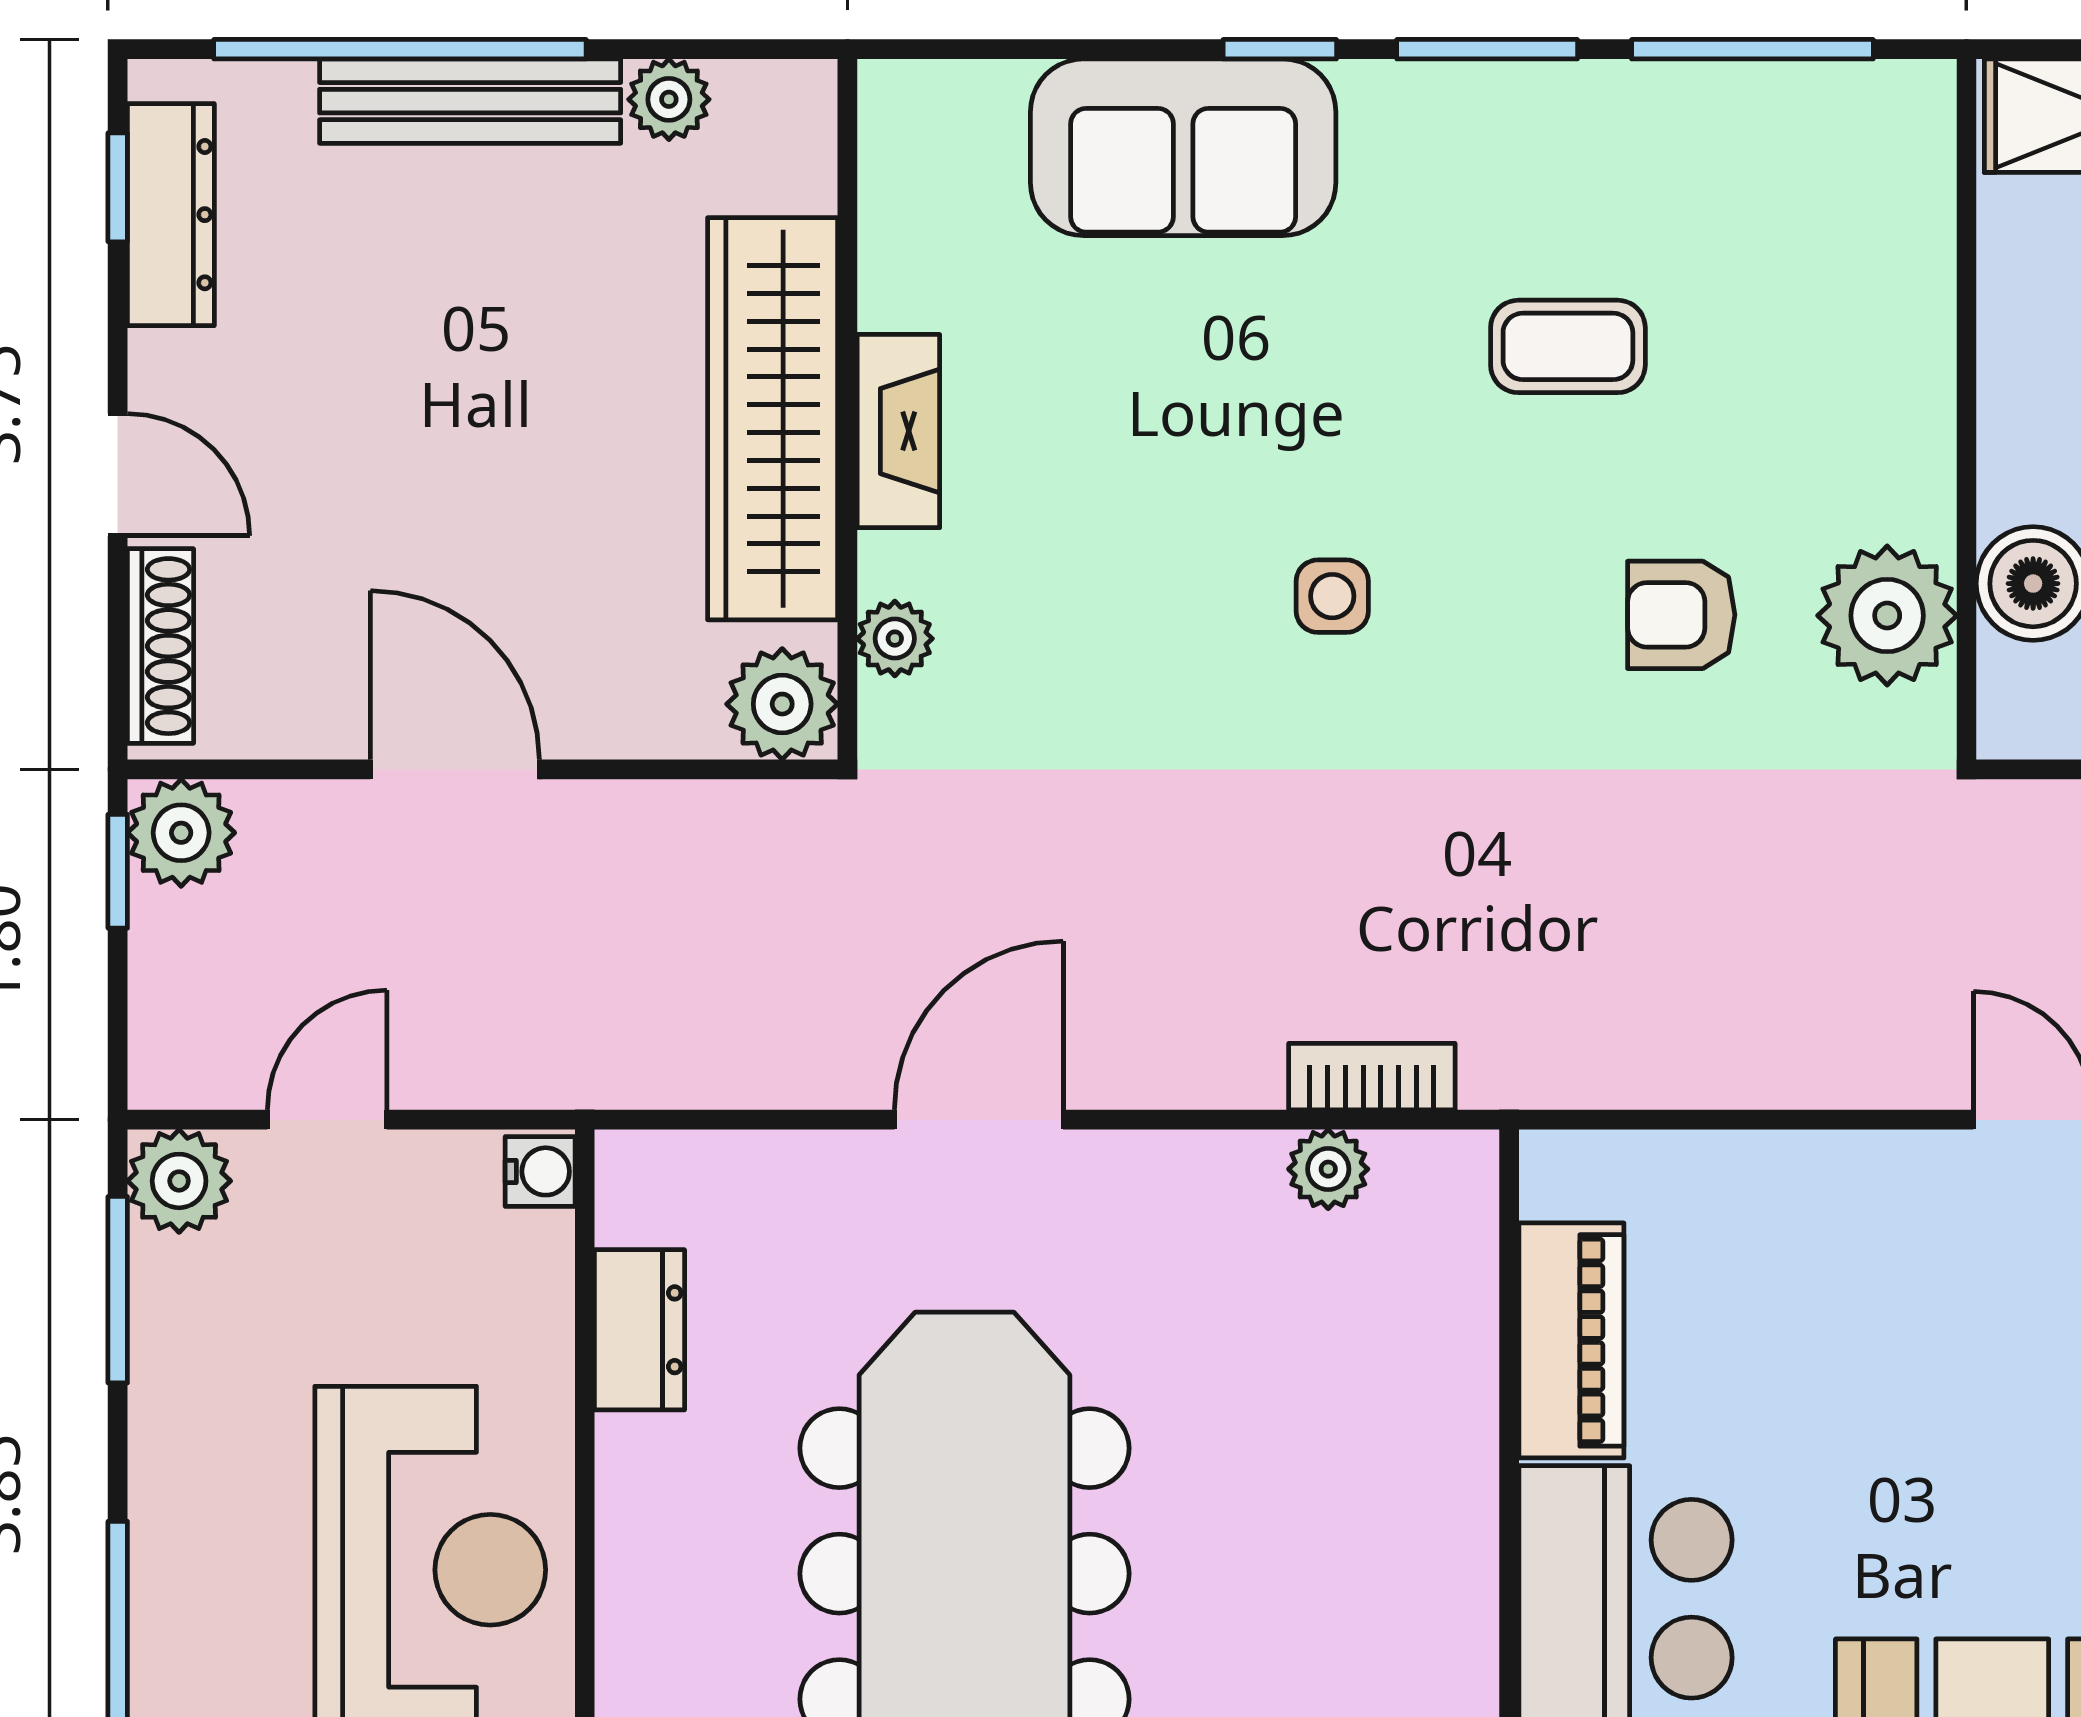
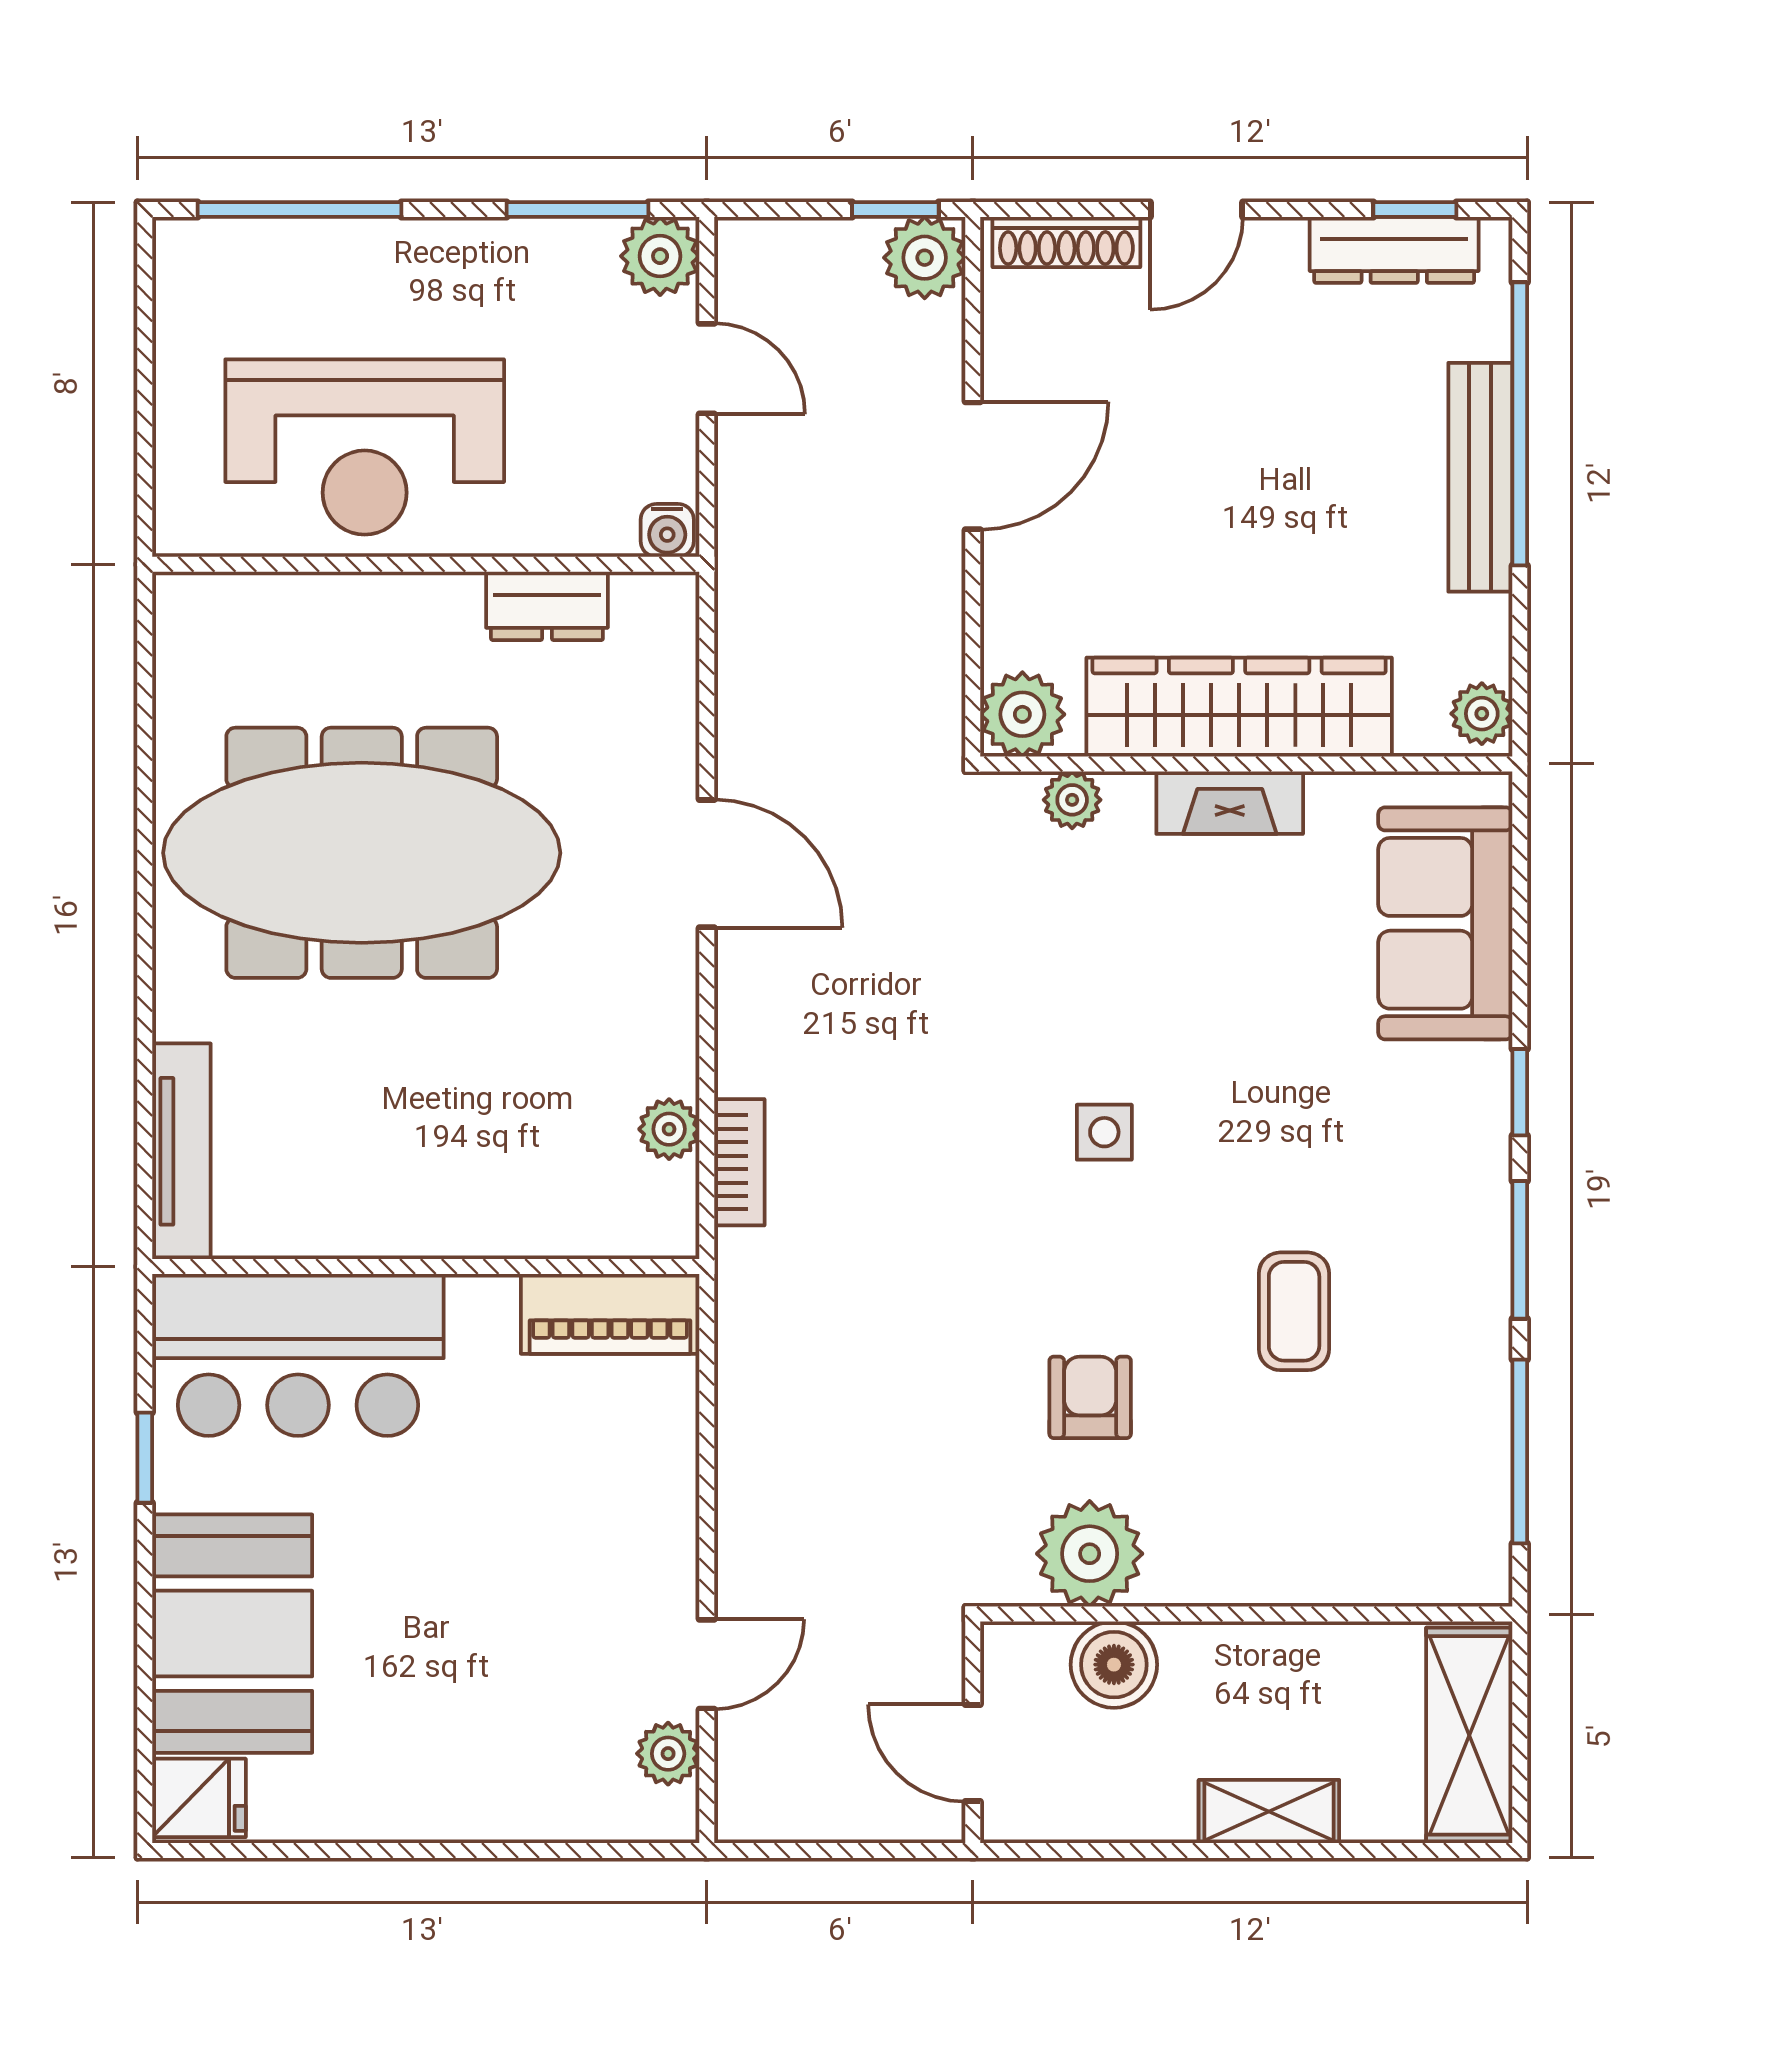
plant: (669, 99) -> (1482, 714), moved
sofa: (1183, 147) -> (1445, 923), moved
piano: (1571, 1340) -> (610, 1314), moved

